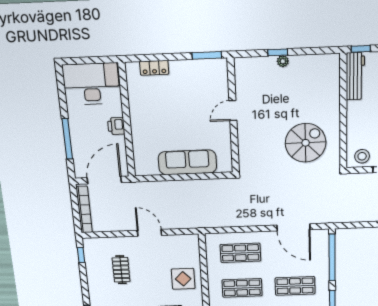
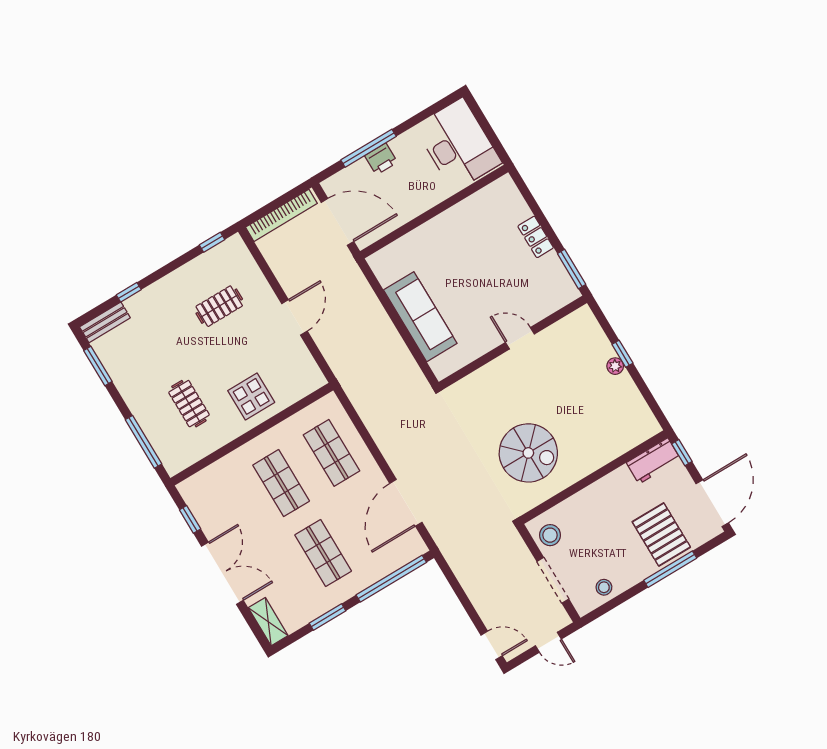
locker: (154, 68) -> (536, 237), moved
workbench: (355, 76) -> (653, 461), width x0.73
printer: (116, 126) -> (381, 159), moved, turned 180

